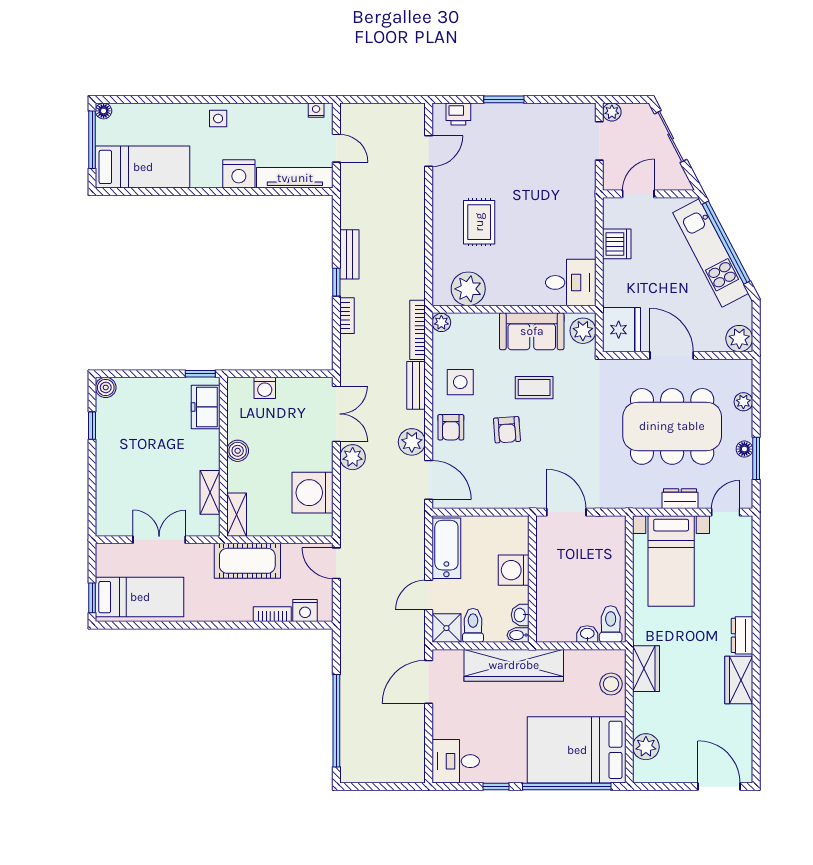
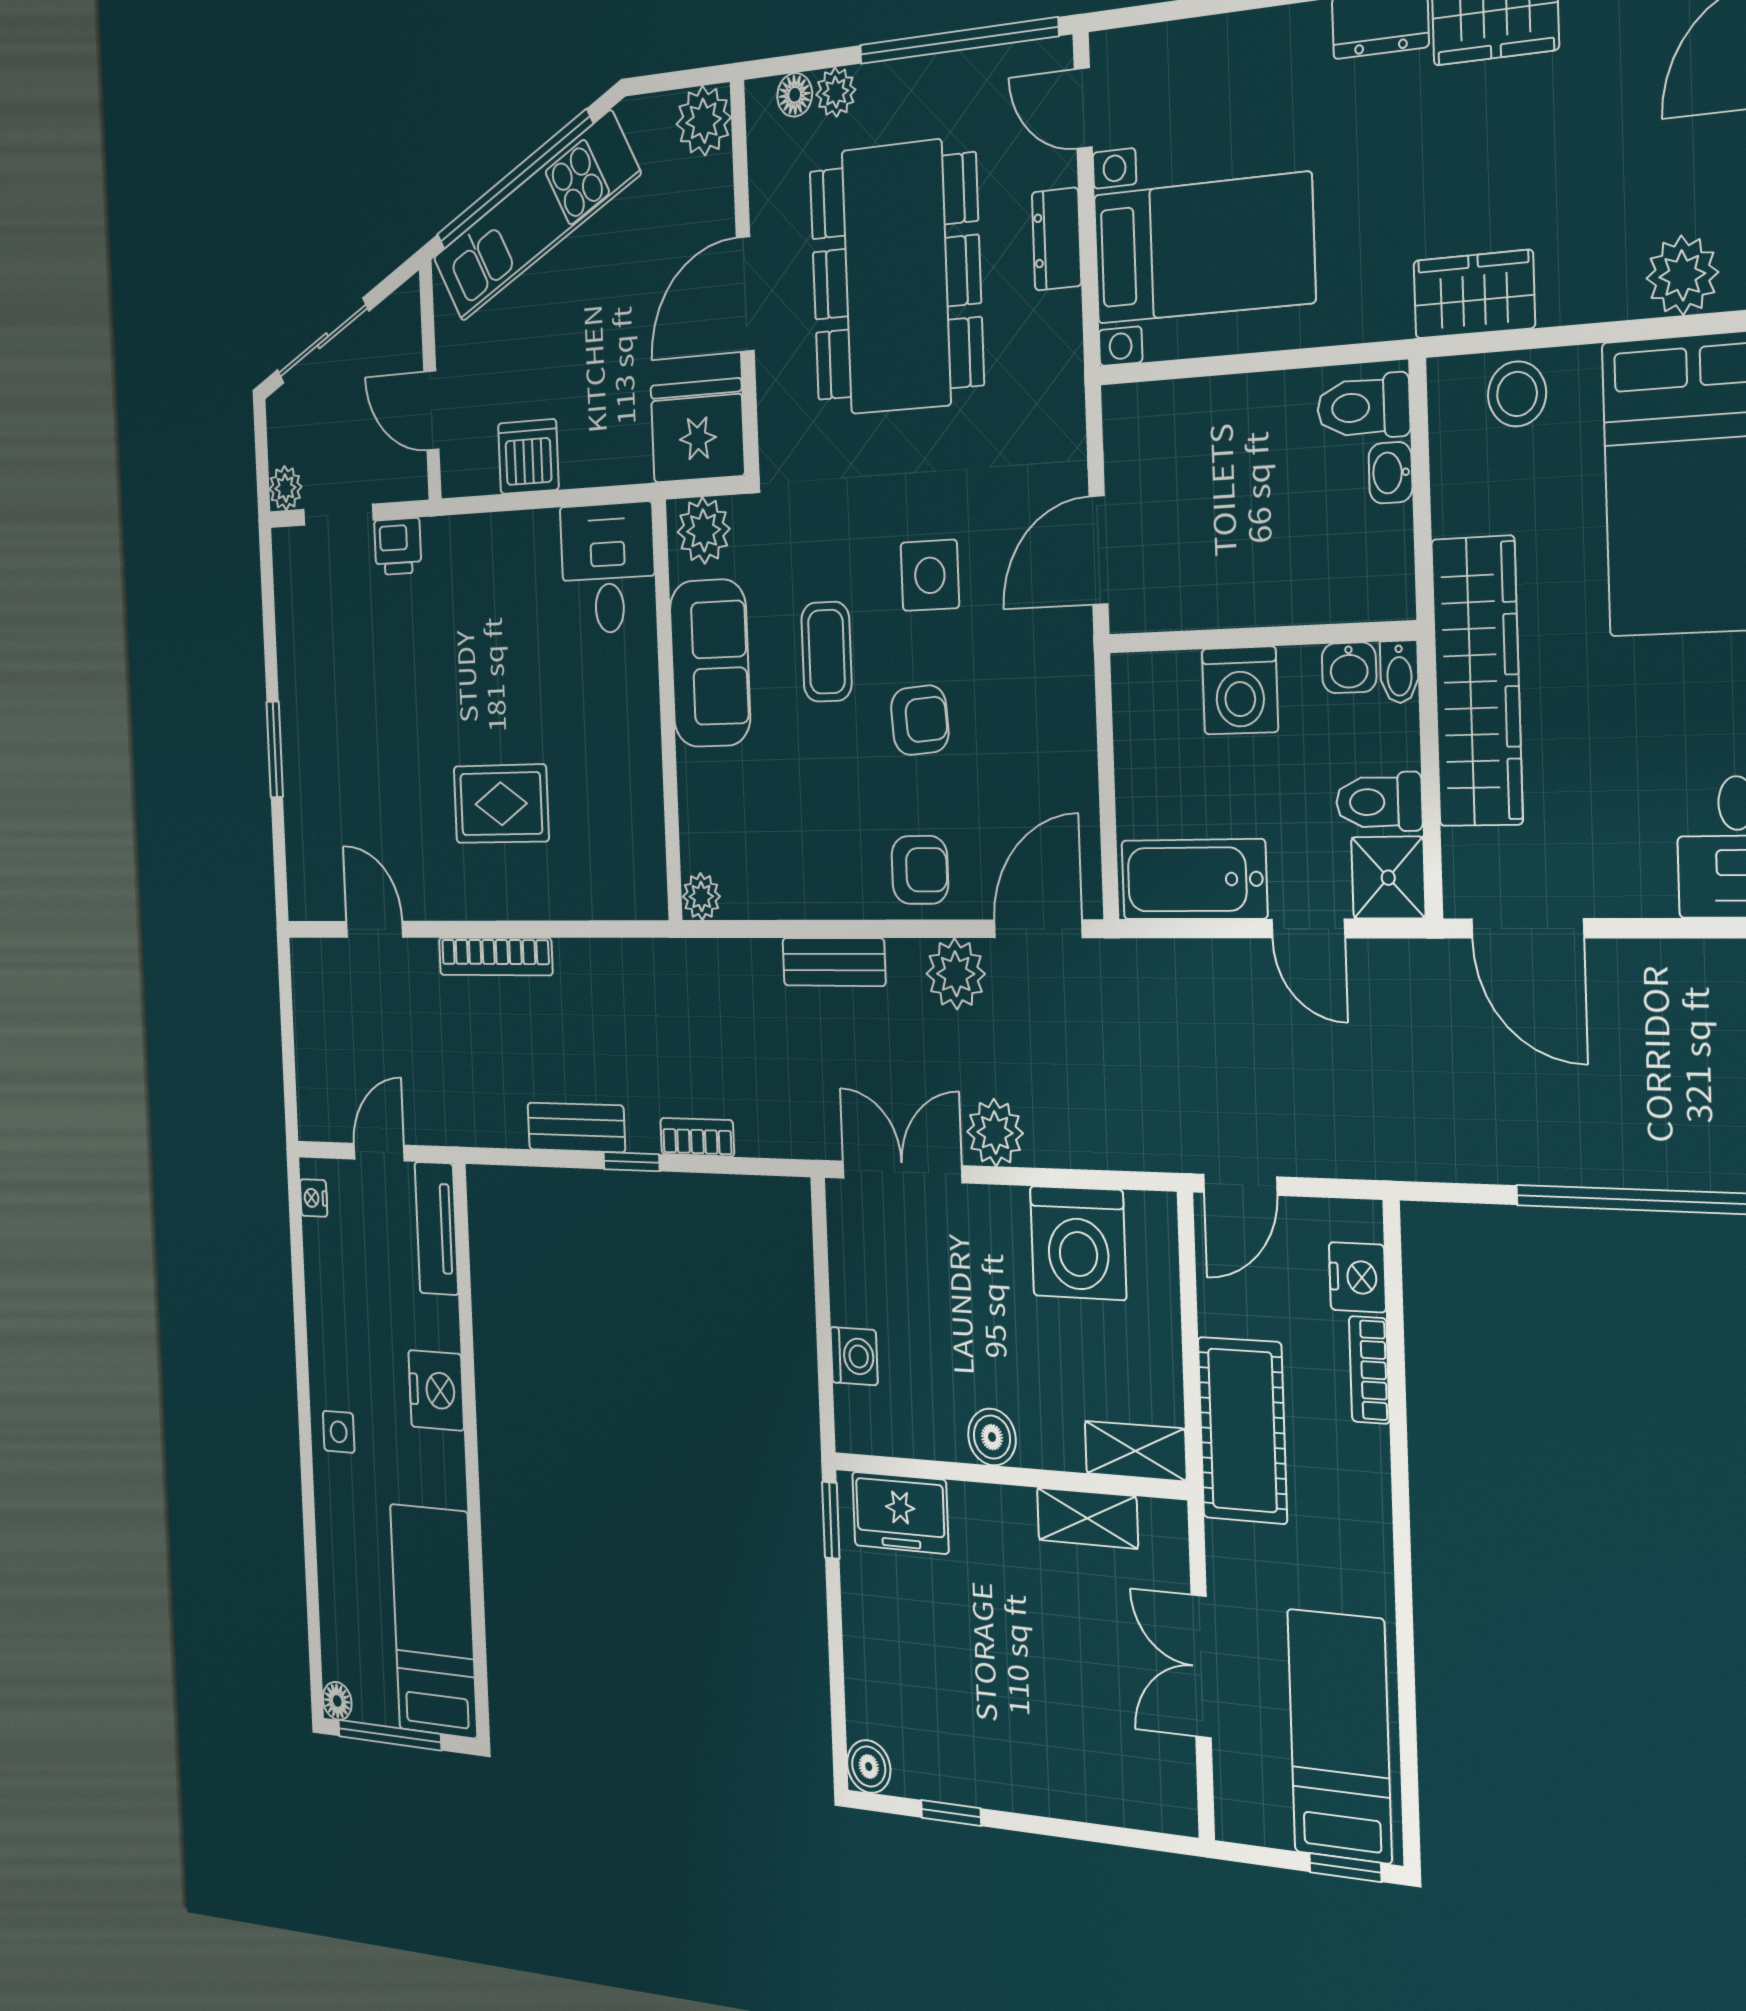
printer: (458, 114) -> (398, 546), moved, turned 90
tv unit: (295, 178) -> (436, 1228), width x0.71
plant: (468, 289) -> (631, 829), removed
bookcase: (418, 330) -> (495, 957), moved
side table: (460, 382) -> (930, 575), moved
floor lamp: (744, 449) -> (795, 95), moved
window: (756, 458) -> (958, 41), width x2.11

